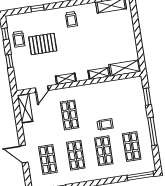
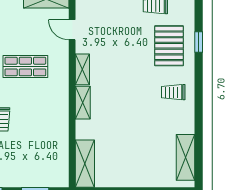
pallet: (43, 44) -> (169, 46), moved
shelving: (99, 73) -> (83, 103), moved

